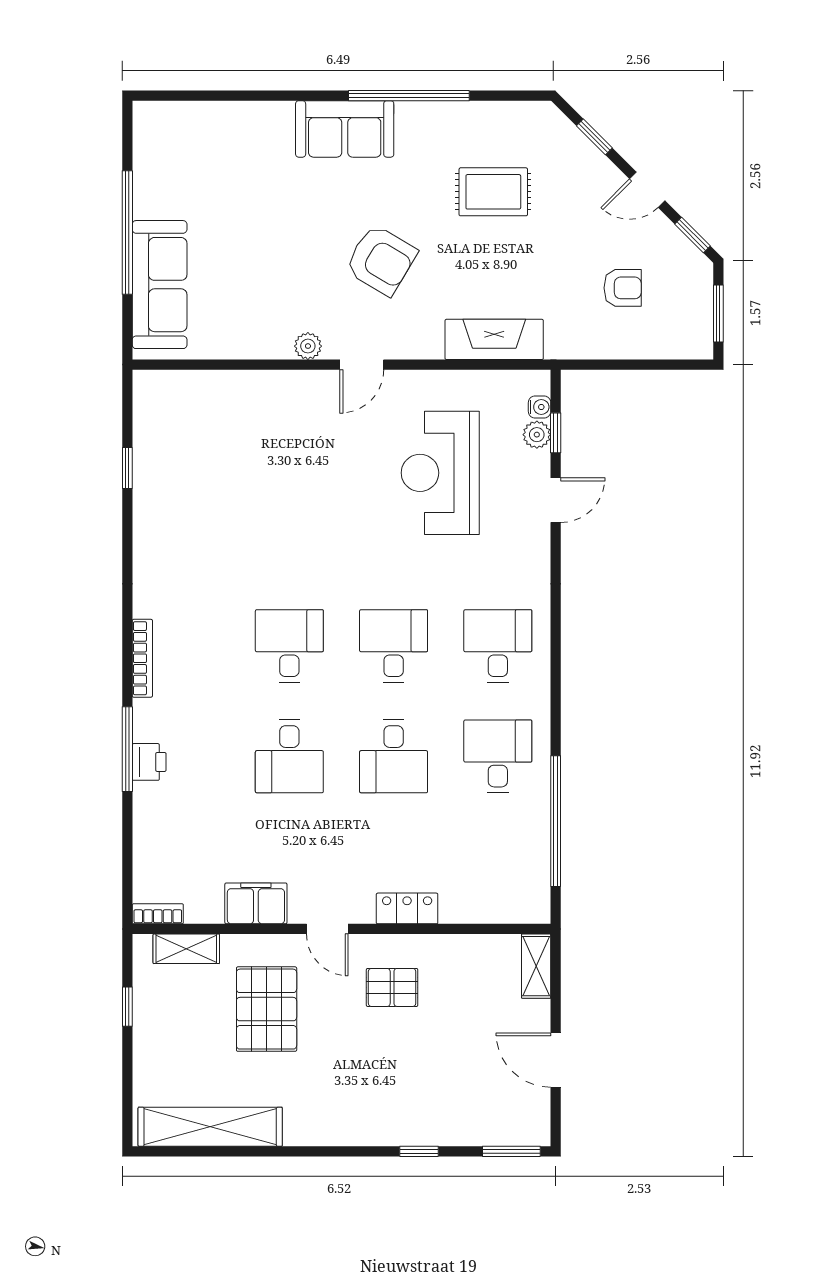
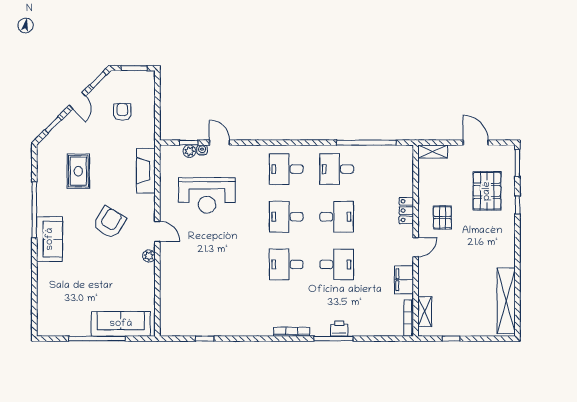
water cooler: (540, 407) -> (202, 150), moved
bookcase: (158, 914) -> (409, 318), width x1.56
pallet: (267, 1009) -> (487, 191), moved, turned 90
door: (556, 1060) -> (476, 143), swing flipped

